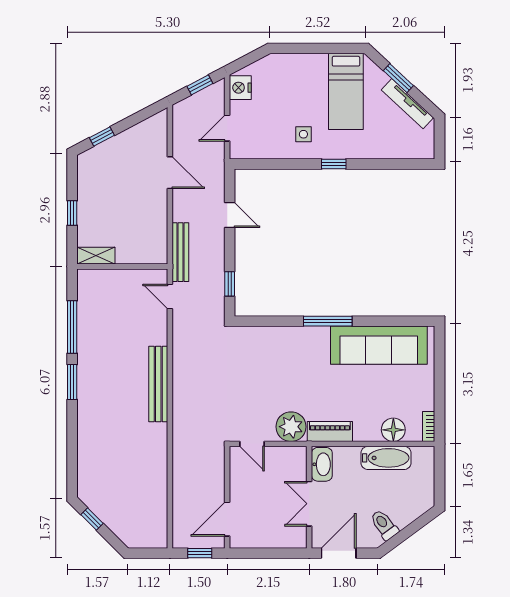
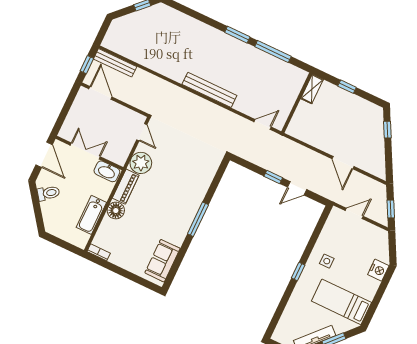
nightstand: (240, 88) -> (378, 270), moved, turned 90
door: (227, 128) -> (354, 213), hinge flipped
door: (170, 173) -> (343, 163), hinge flipped
bench: (180, 252) -> (115, 63), moved
window: (230, 284) -> (273, 177), moved
sofa: (379, 345) -> (162, 261), width x0.54, depth x0.79
floor lamp: (393, 430) -> (116, 211), moved
door: (252, 444) -> (142, 132), swing flipped

